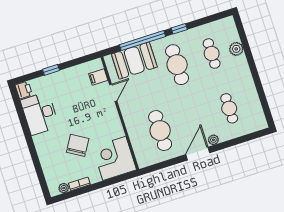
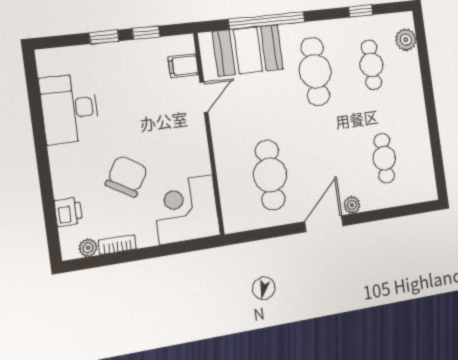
window: (179, 29) -> (361, 11), moved
plant: (236, 49) -> (406, 40), moved
window: (74, 63) -> (146, 33), added
printer: (24, 90) -> (68, 212), moved

